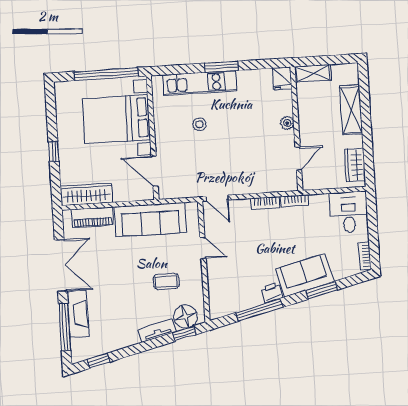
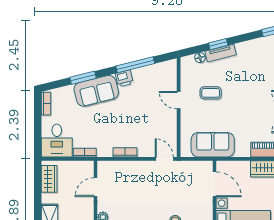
bookcase: (295, 201) -> (85, 153), moved
sofa: (150, 220) -> (213, 145), width x0.73
door: (203, 248) -> (179, 100), moved
floor lamp: (185, 316) -> (200, 58), width x0.53, depth x0.53
window: (184, 334) -> (218, 44), moved

